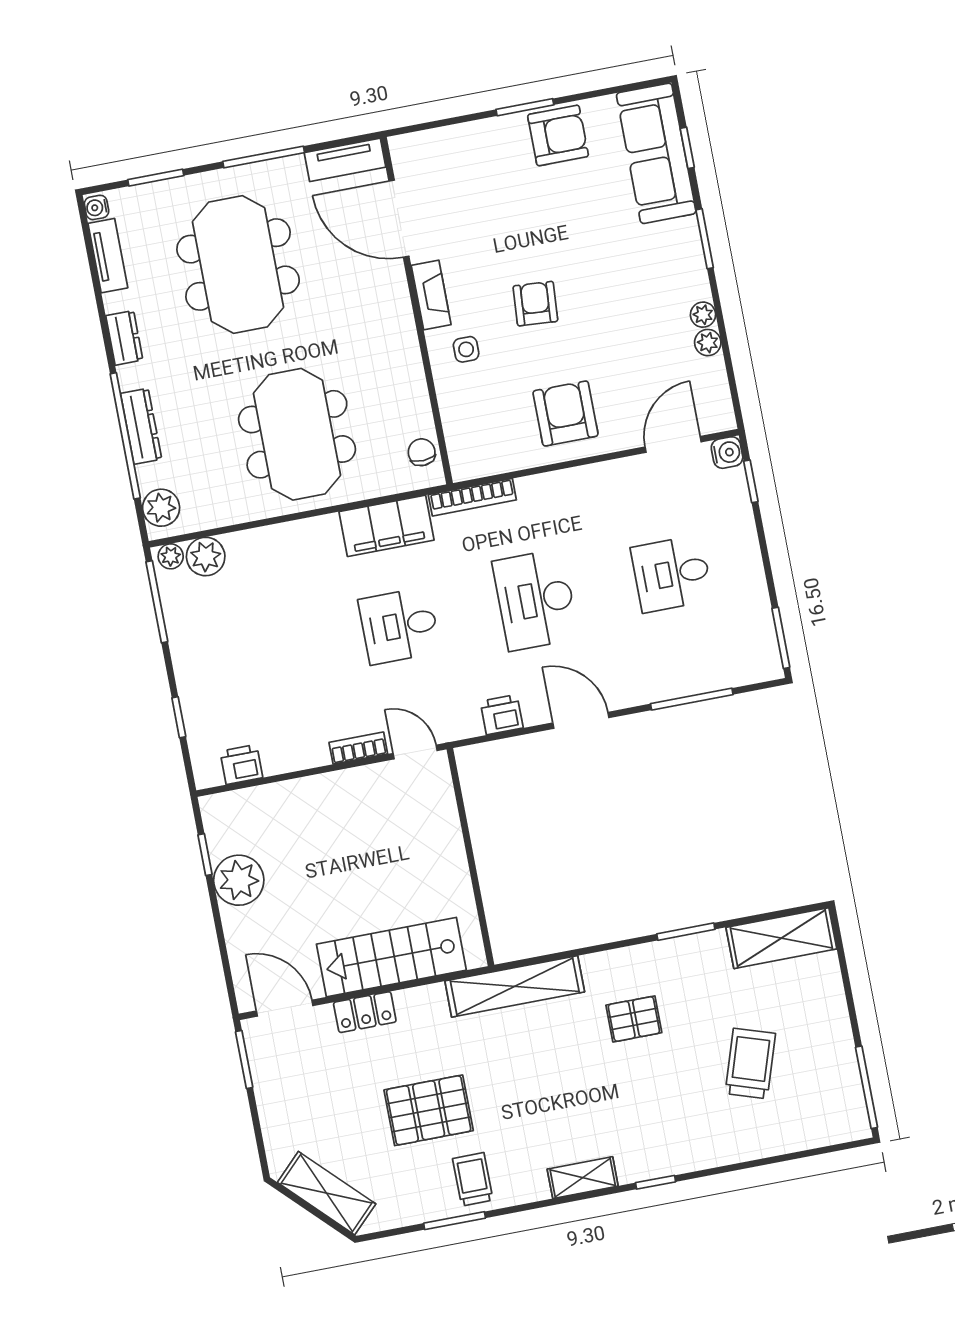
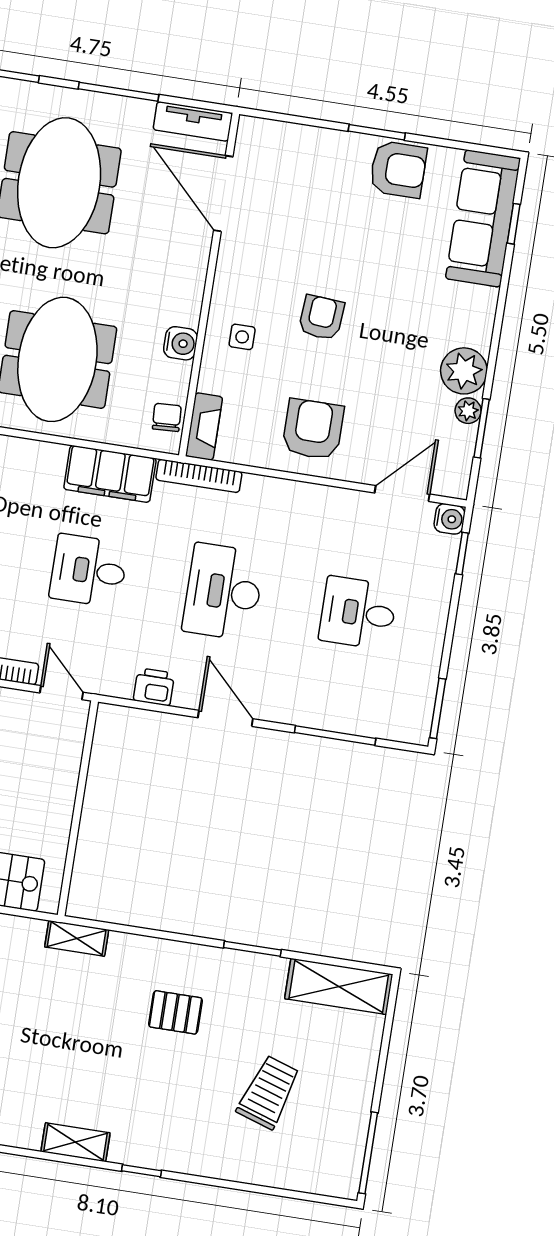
window: (705, 239) -> (482, 428), moved
fireplace: (431, 295) -> (204, 427), moved
plant: (703, 315) -> (464, 371), width x1.88, depth x1.88
water cooler: (409, 377) -> (181, 343), added
shelving: (515, 986) -> (77, 938), width x0.45, depth x0.75

